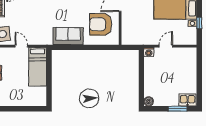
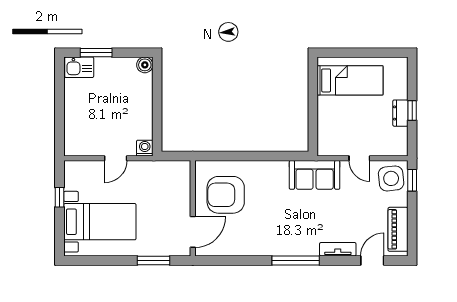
armchair: (101, 24) -> (226, 195), turned 180
sofa: (68, 36) -> (315, 175), moved
bed: (38, 67) -> (350, 80), moved, turned 90

